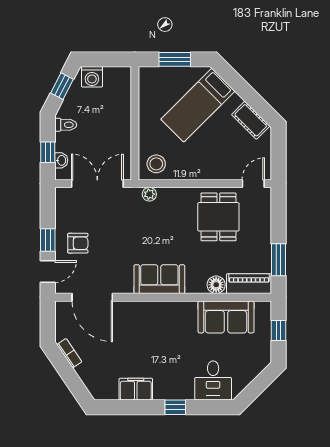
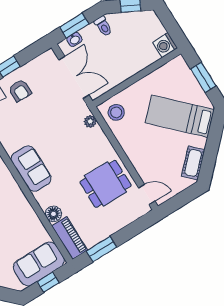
washing machine: (92, 77) -> (165, 45), moved
window: (48, 152) -> (74, 26), width x1.50
sofa: (226, 317) -> (39, 264), moved, turned 90

